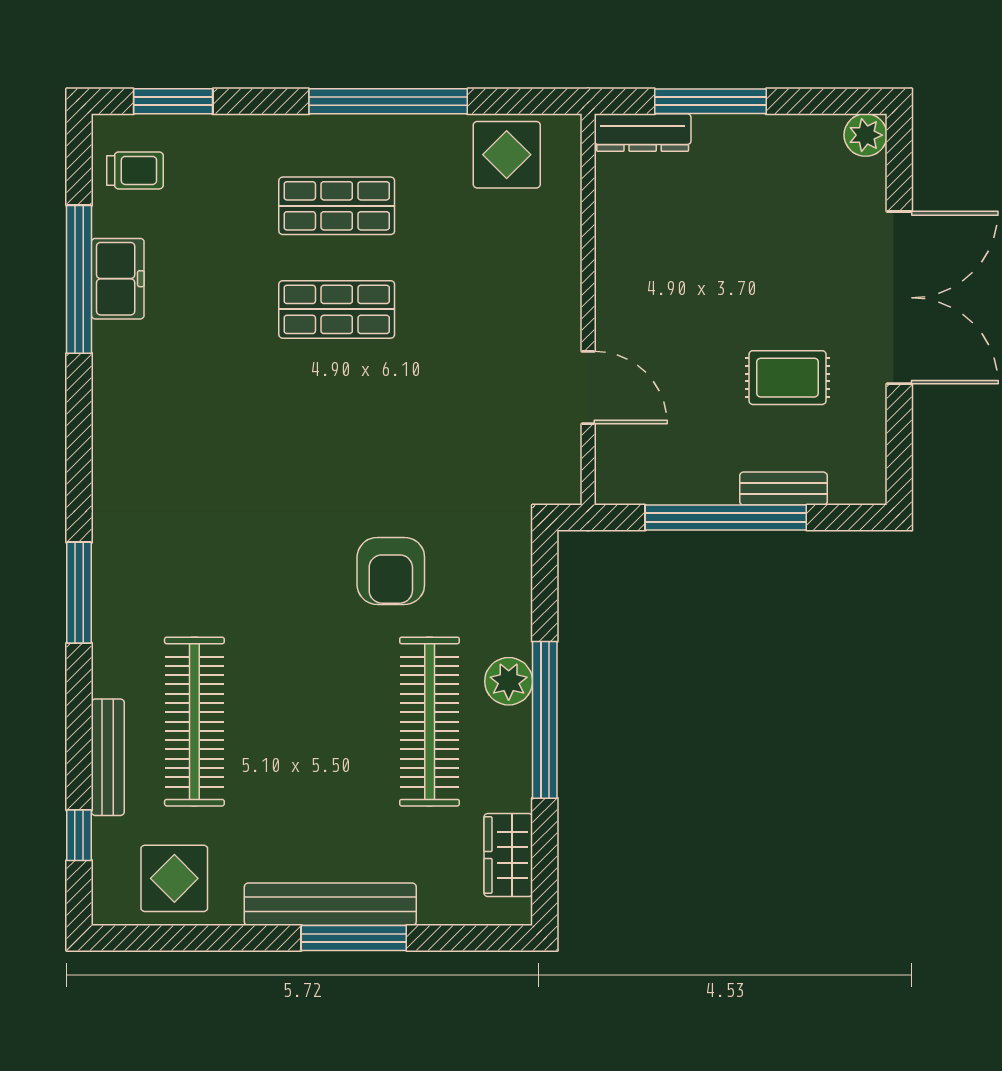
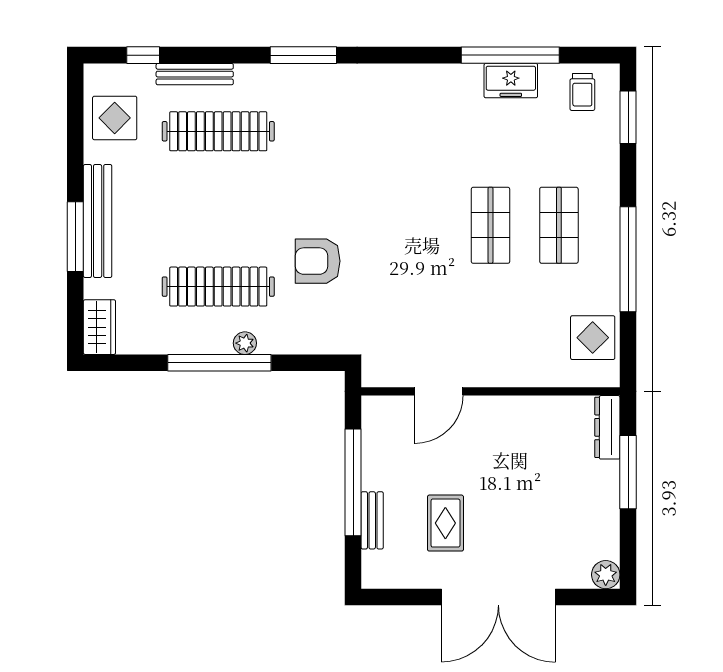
plant: (509, 681) -> (245, 343), width x0.73, depth x0.73
wardrobe: (508, 855) -> (99, 327), moved, turned 90

